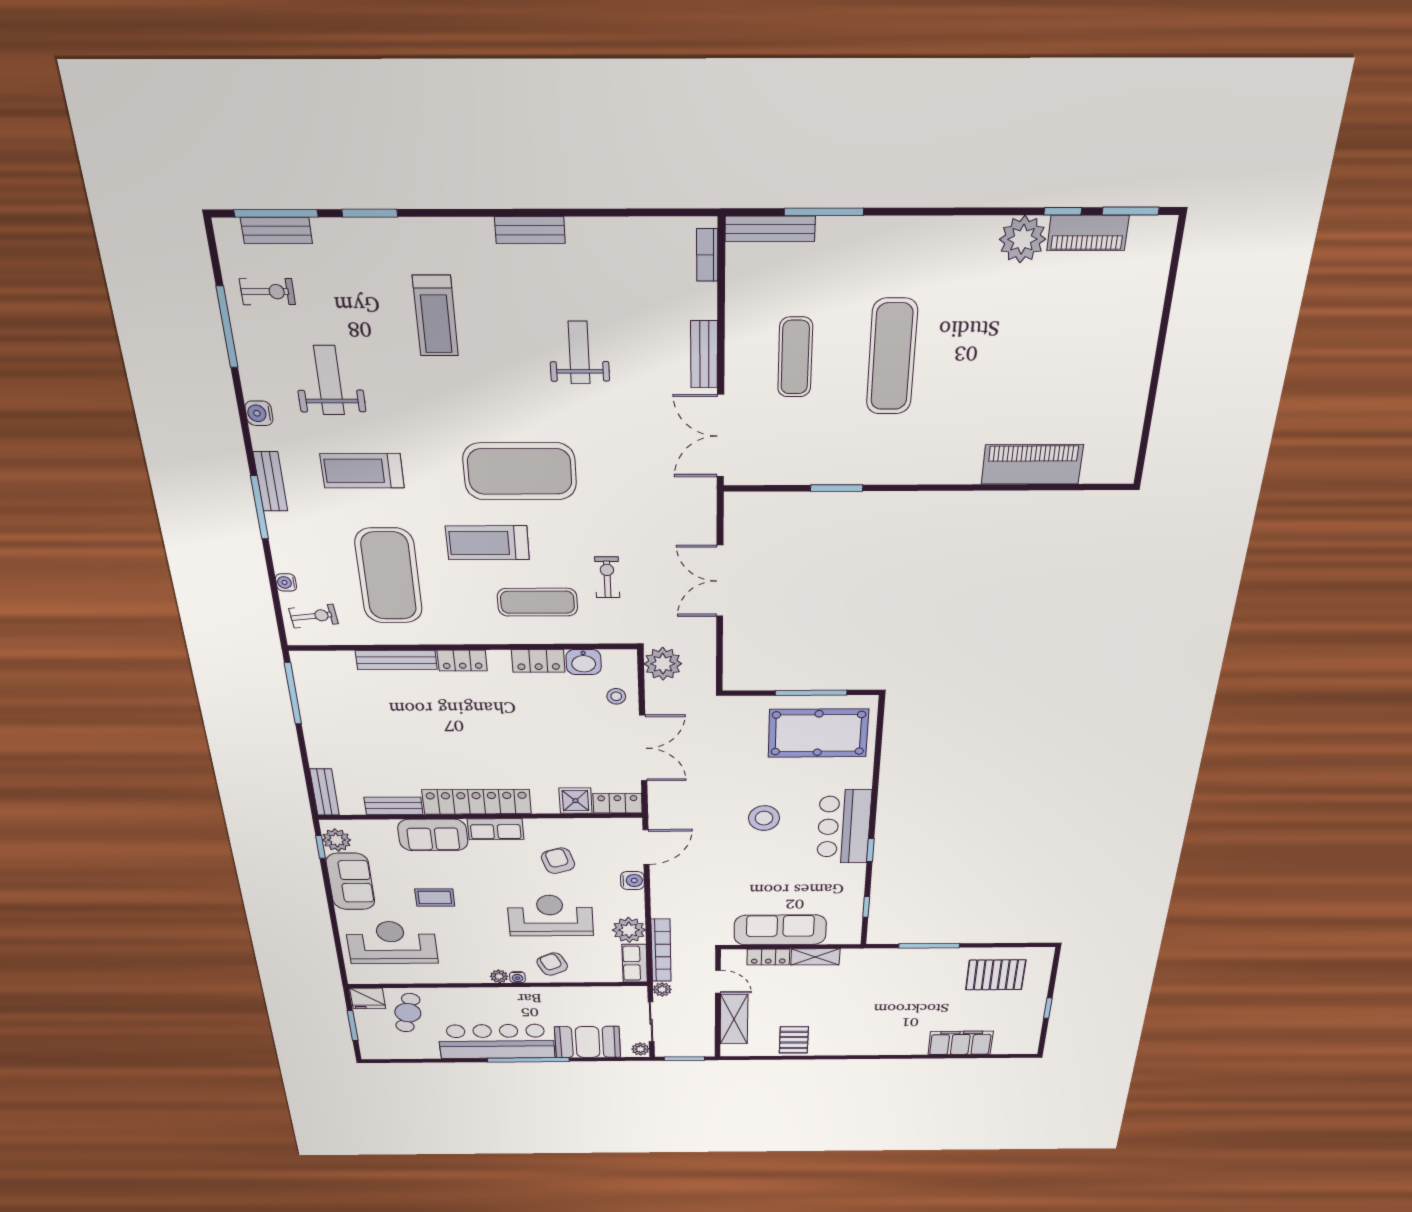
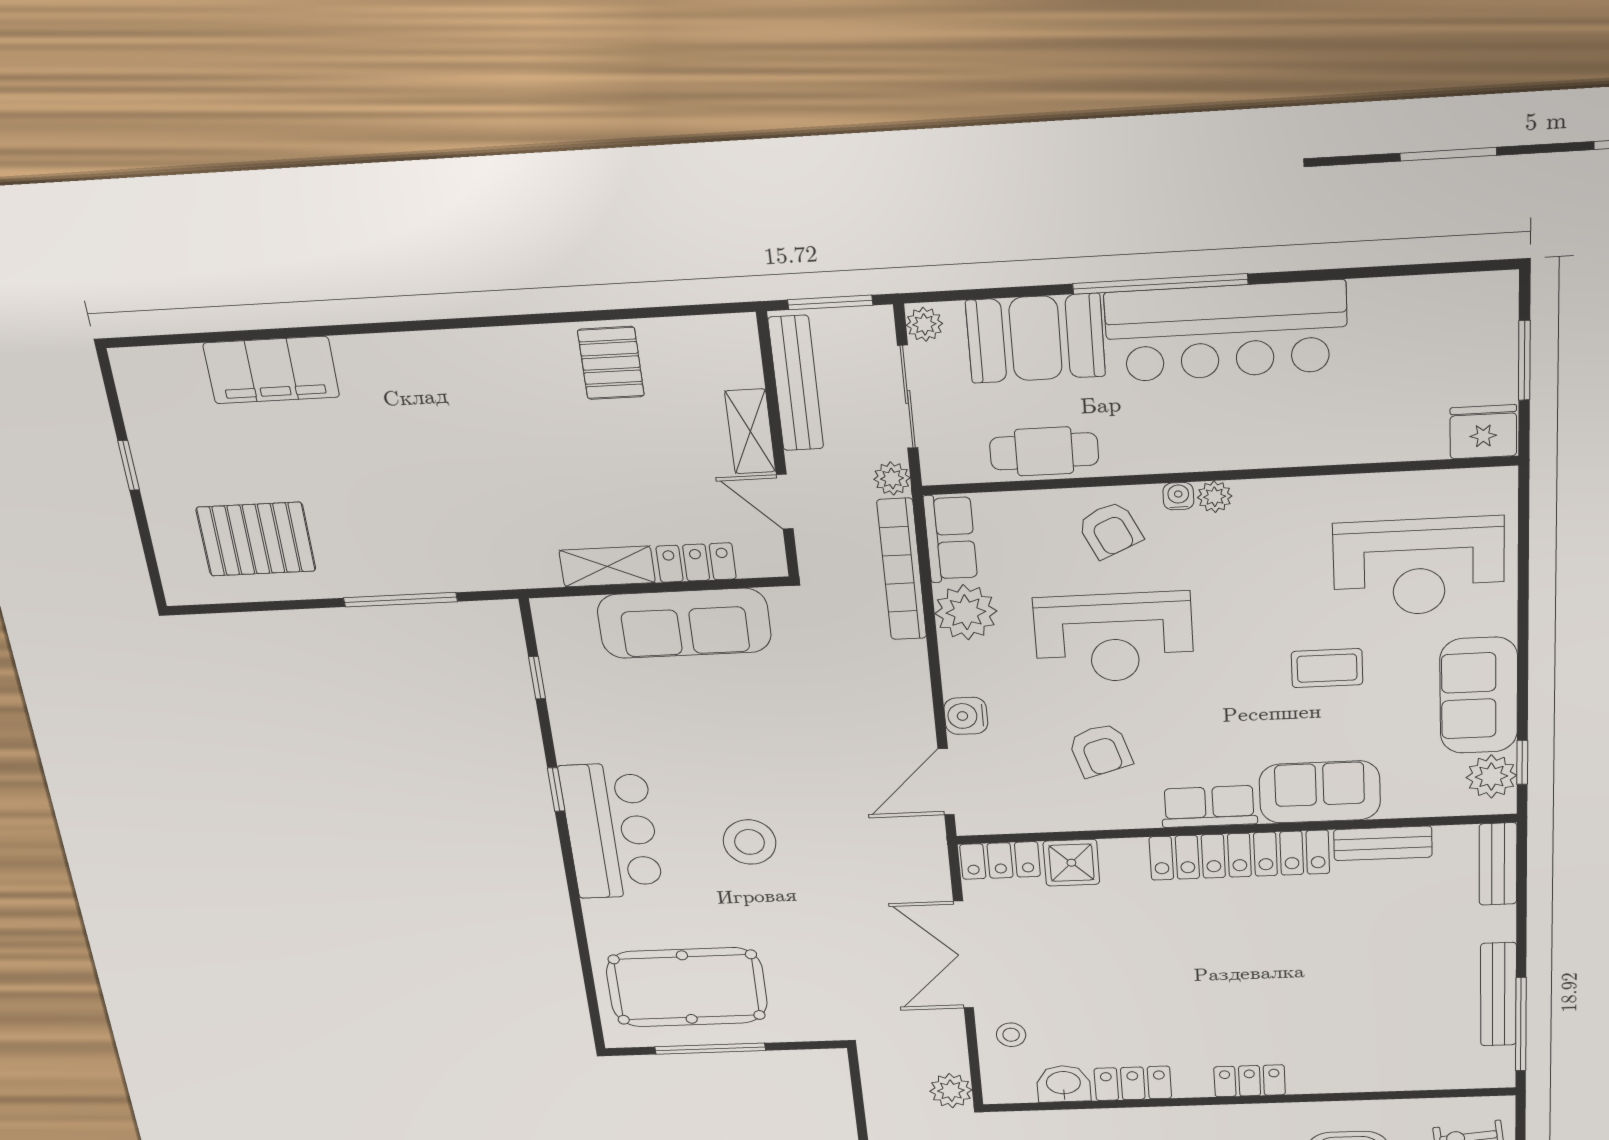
bench: (396, 660) -> (1498, 994), moved, turned 90
plant: (663, 664) -> (951, 1091), width x0.73, depth x0.73
cafe table: (408, 1013) -> (1044, 451), moved, turned 75
shelving: (734, 1019) -> (750, 431), width x0.67, depth x0.75
bench: (705, 1029) -> (796, 383), added

